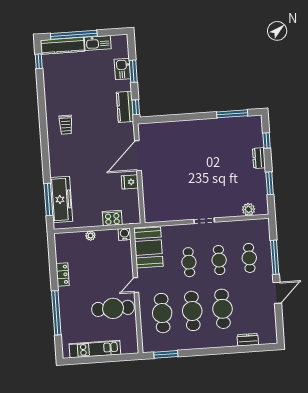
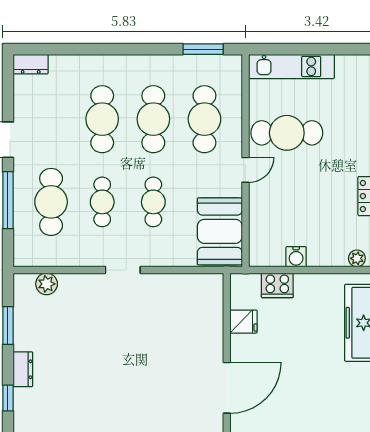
fridge: (130, 182) -> (243, 322), moved
water cooler: (125, 234) -> (296, 257), moved
plant: (90, 236) -> (357, 258), moved
cafe table: (249, 258) -> (51, 202), width x1.37, depth x1.35
dresser: (248, 340) -> (31, 64), moved
kitchen unit: (95, 349) -> (291, 66), moved

